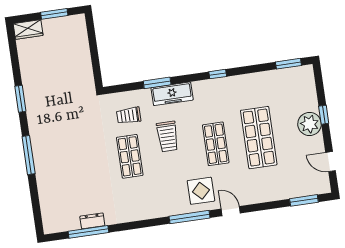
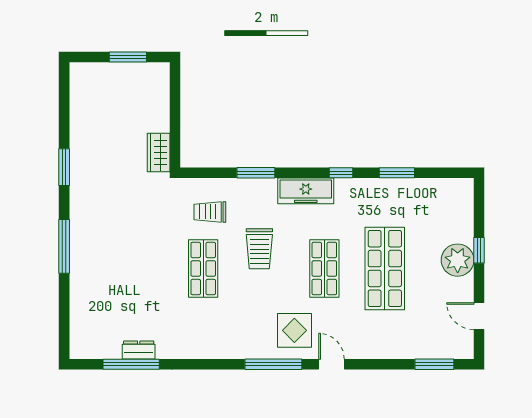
wardrobe: (28, 30) -> (159, 153), moved, turned 90
window: (288, 64) -> (397, 173), moved
freezer: (172, 94) -> (306, 191), moved

